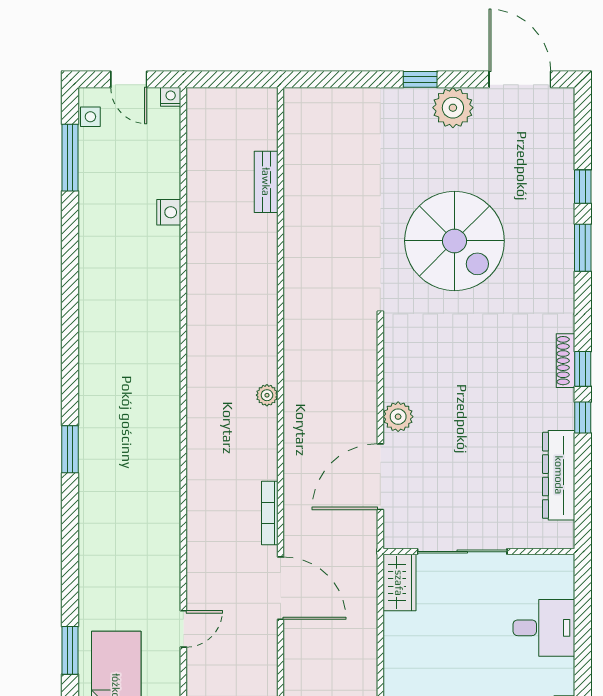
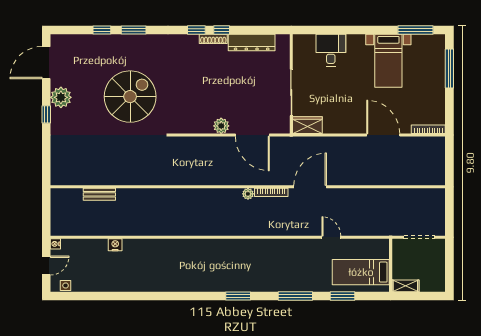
window: (70, 158) -> (295, 296), moved
shoe rack: (565, 361) -> (213, 39), moved
plant: (267, 395) -> (248, 194), moved

